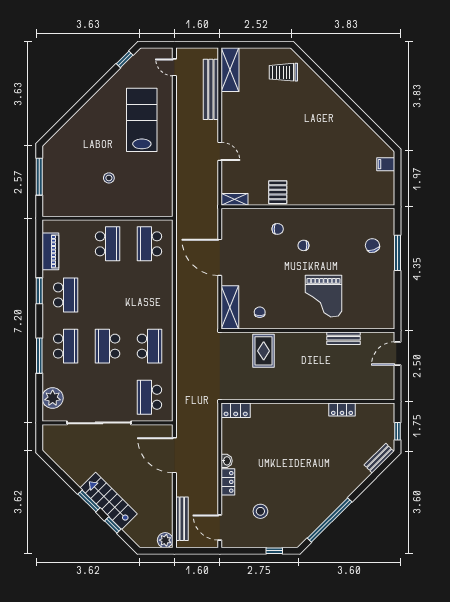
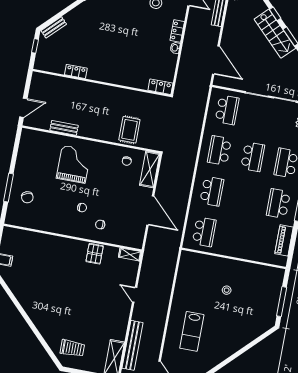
lab bench: (142, 120) -> (192, 331), width x0.73, depth x0.72
school desk: (108, 244) -> (212, 191), moved, turned 180

